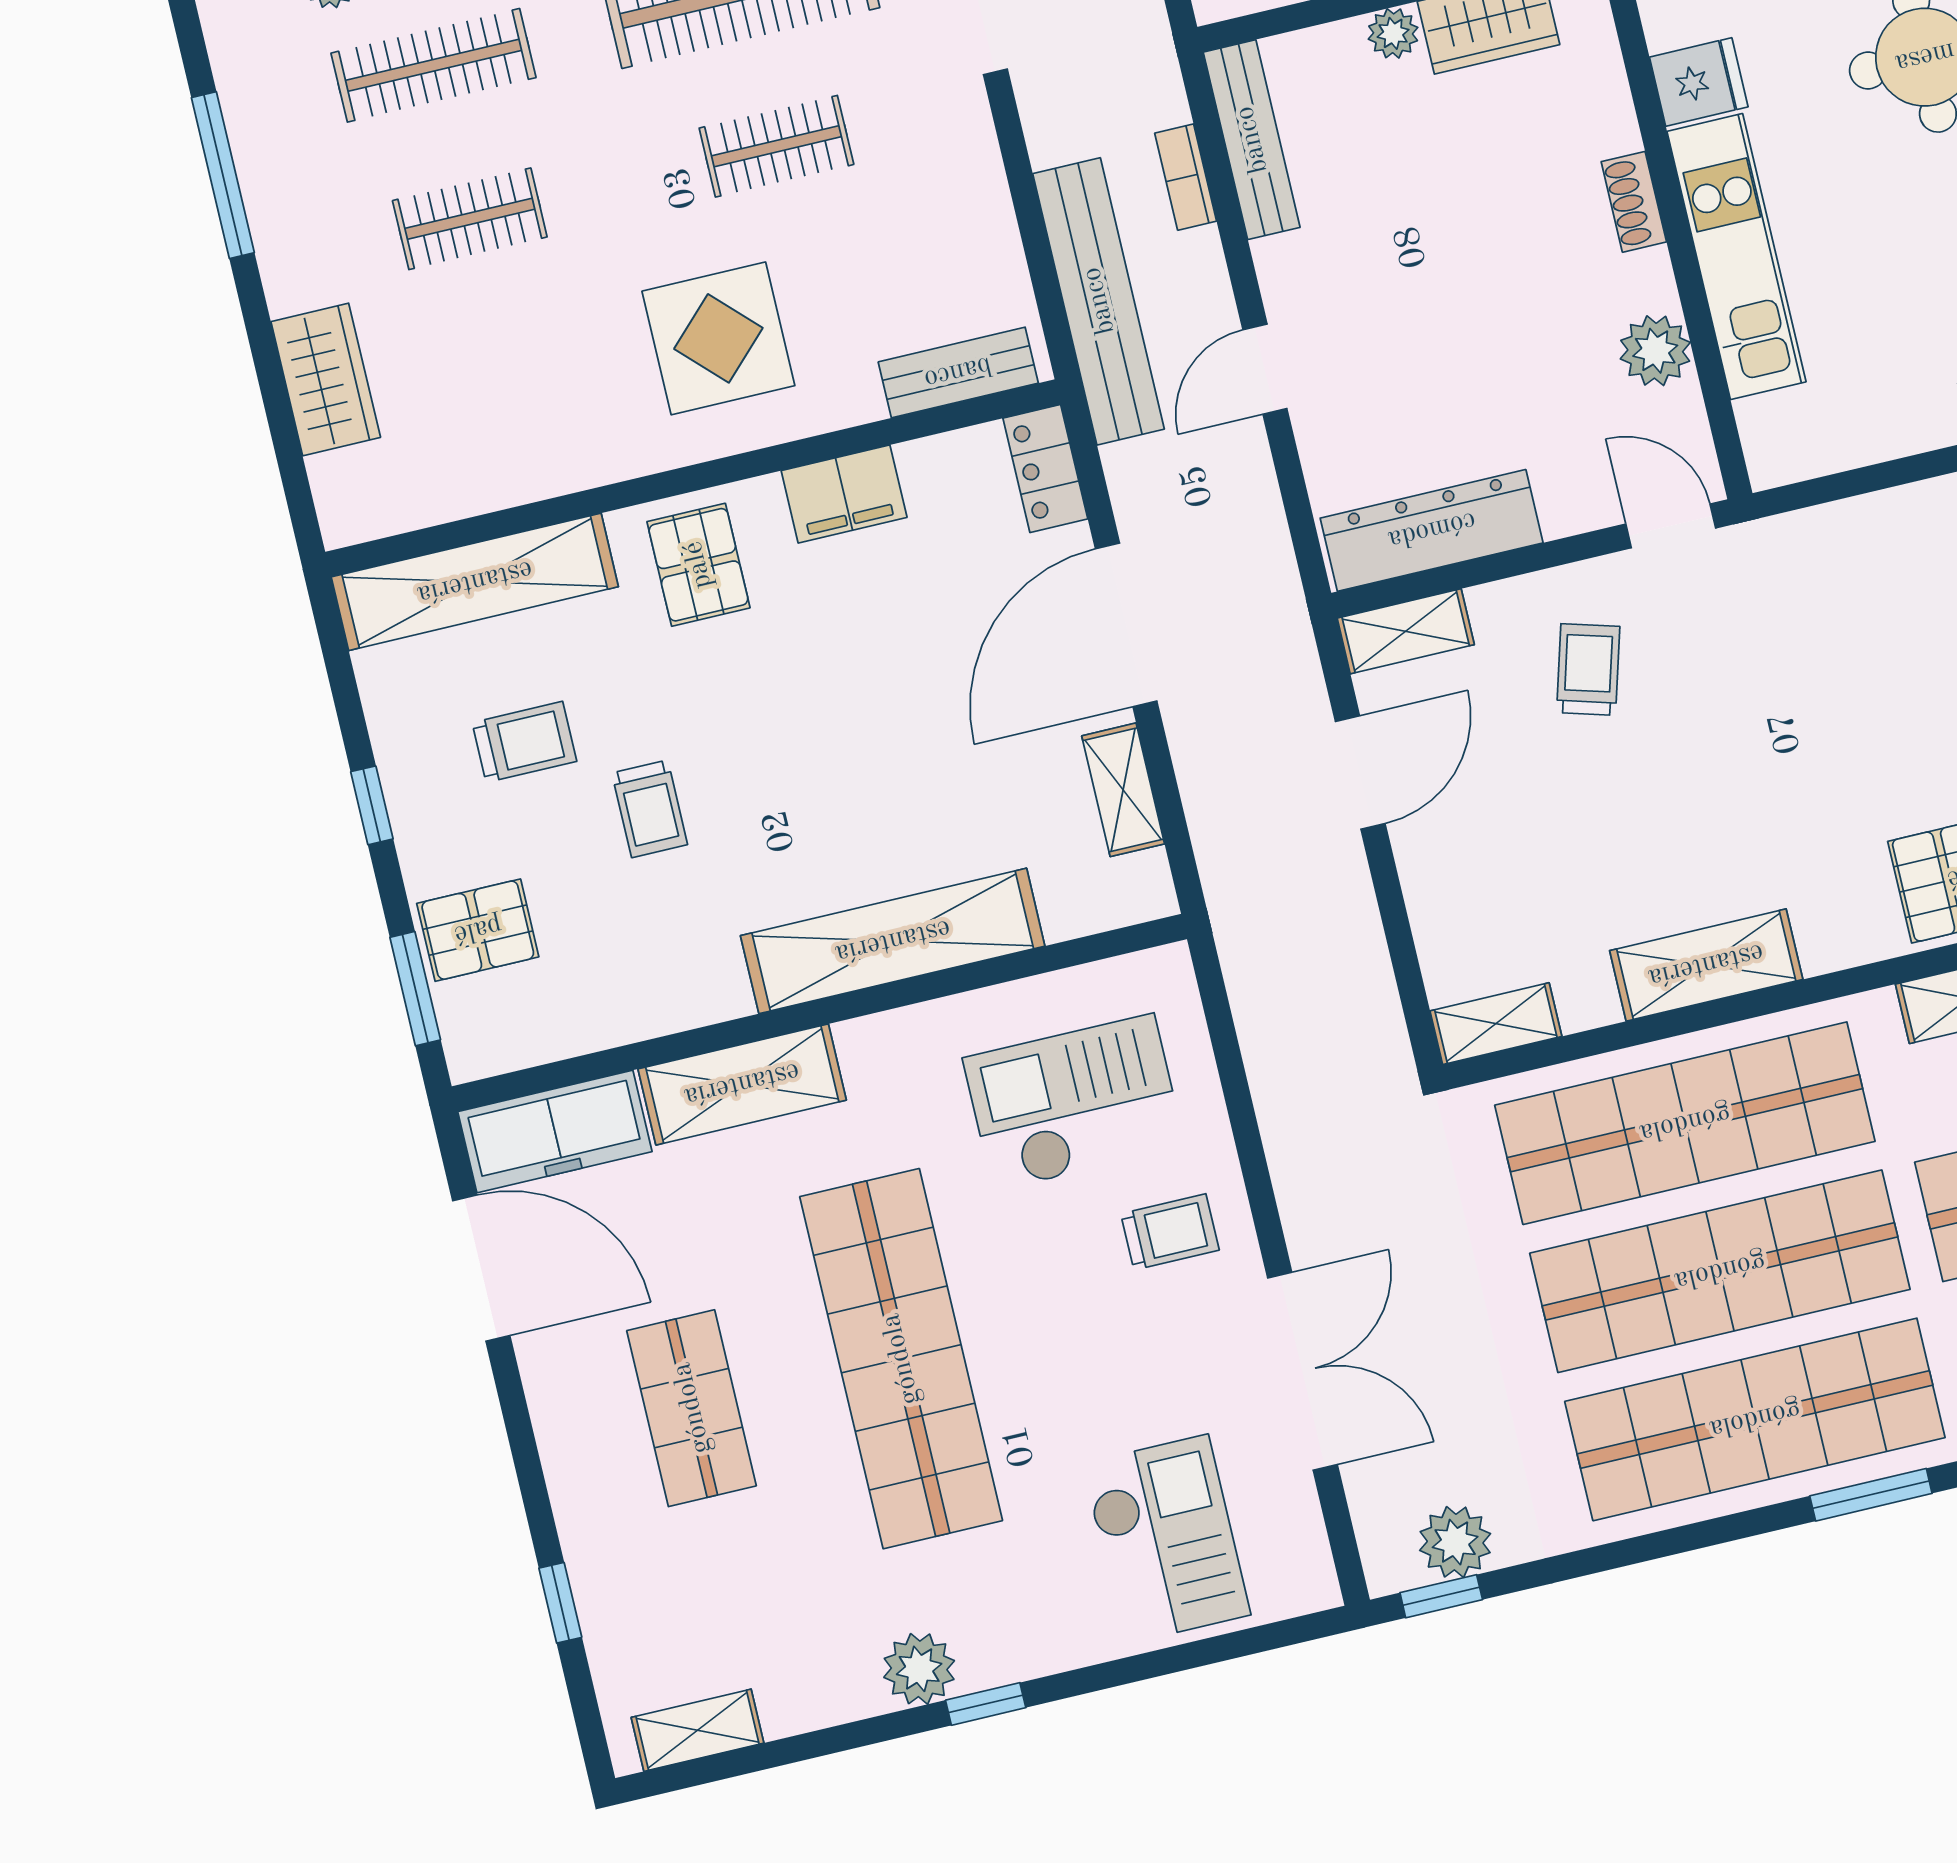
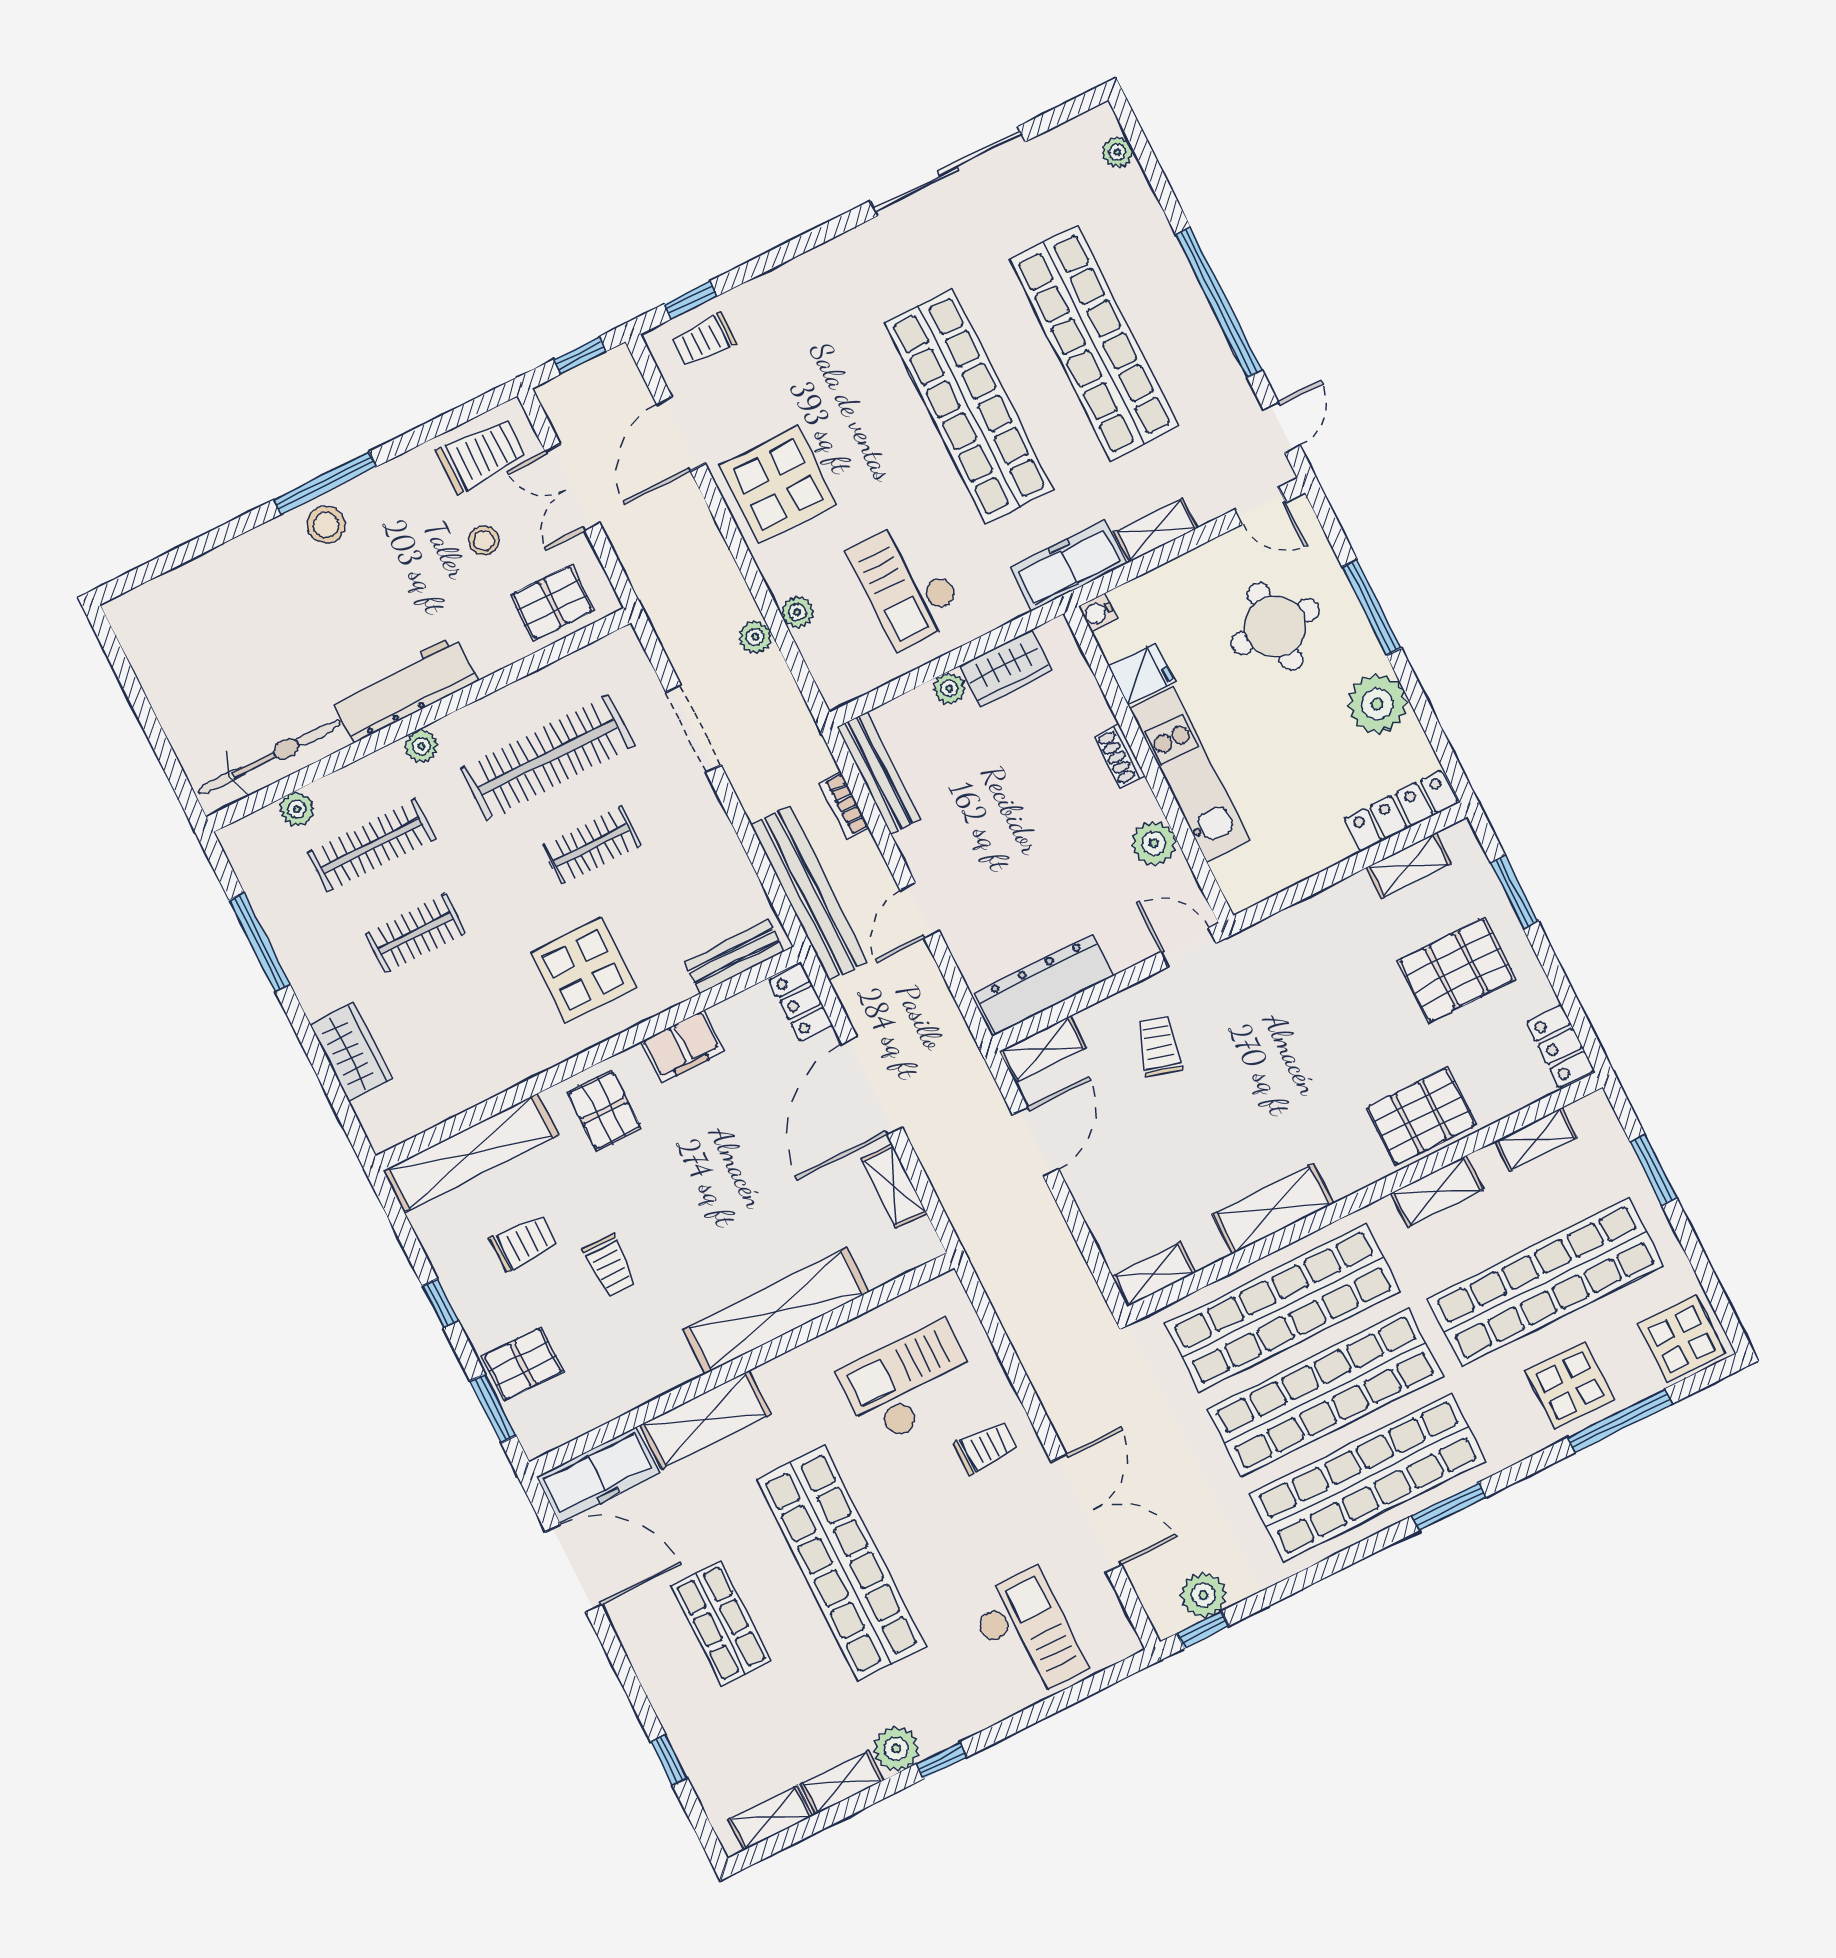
shelving: (822, 1701) -> (842, 1782), added

